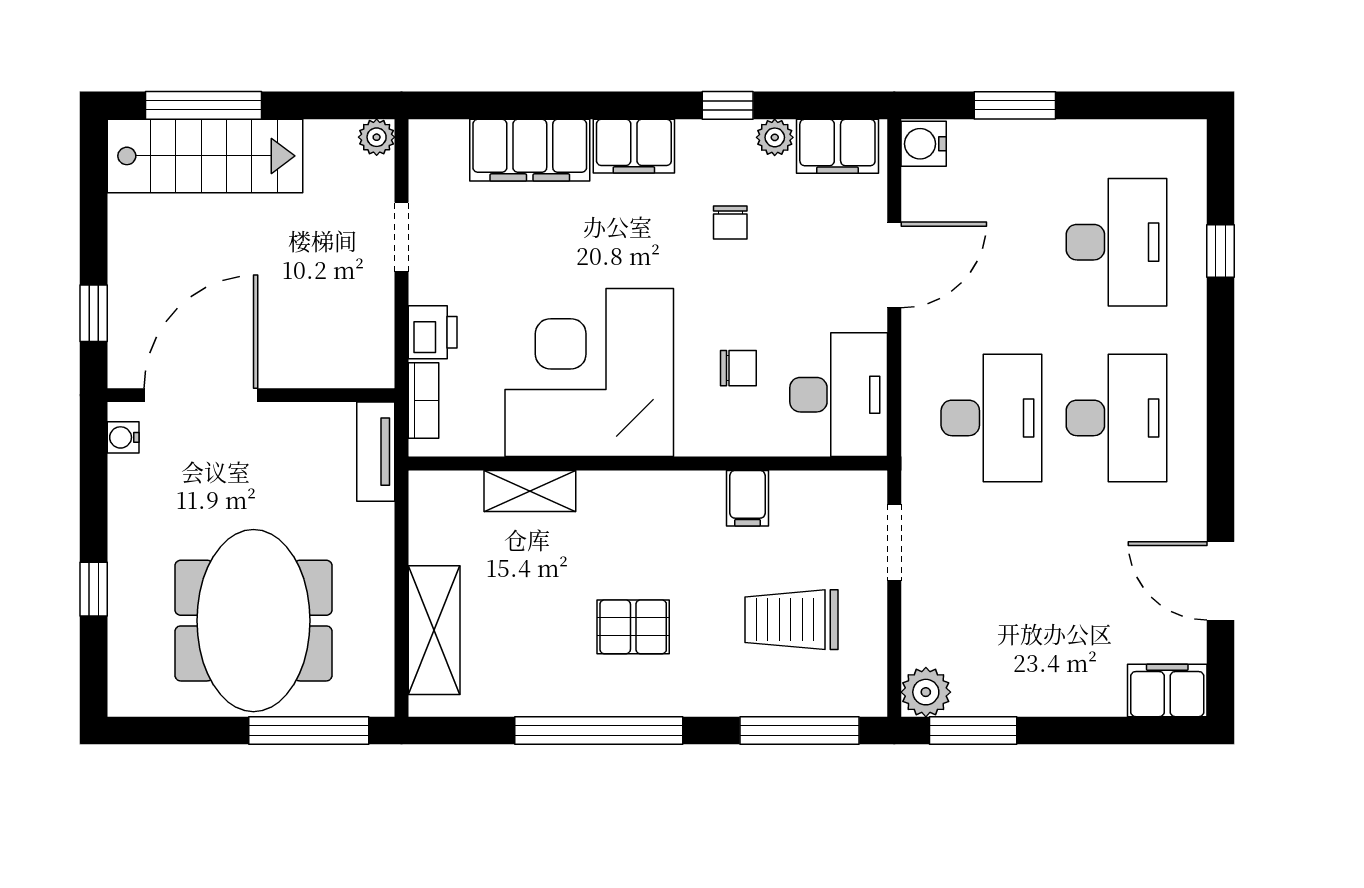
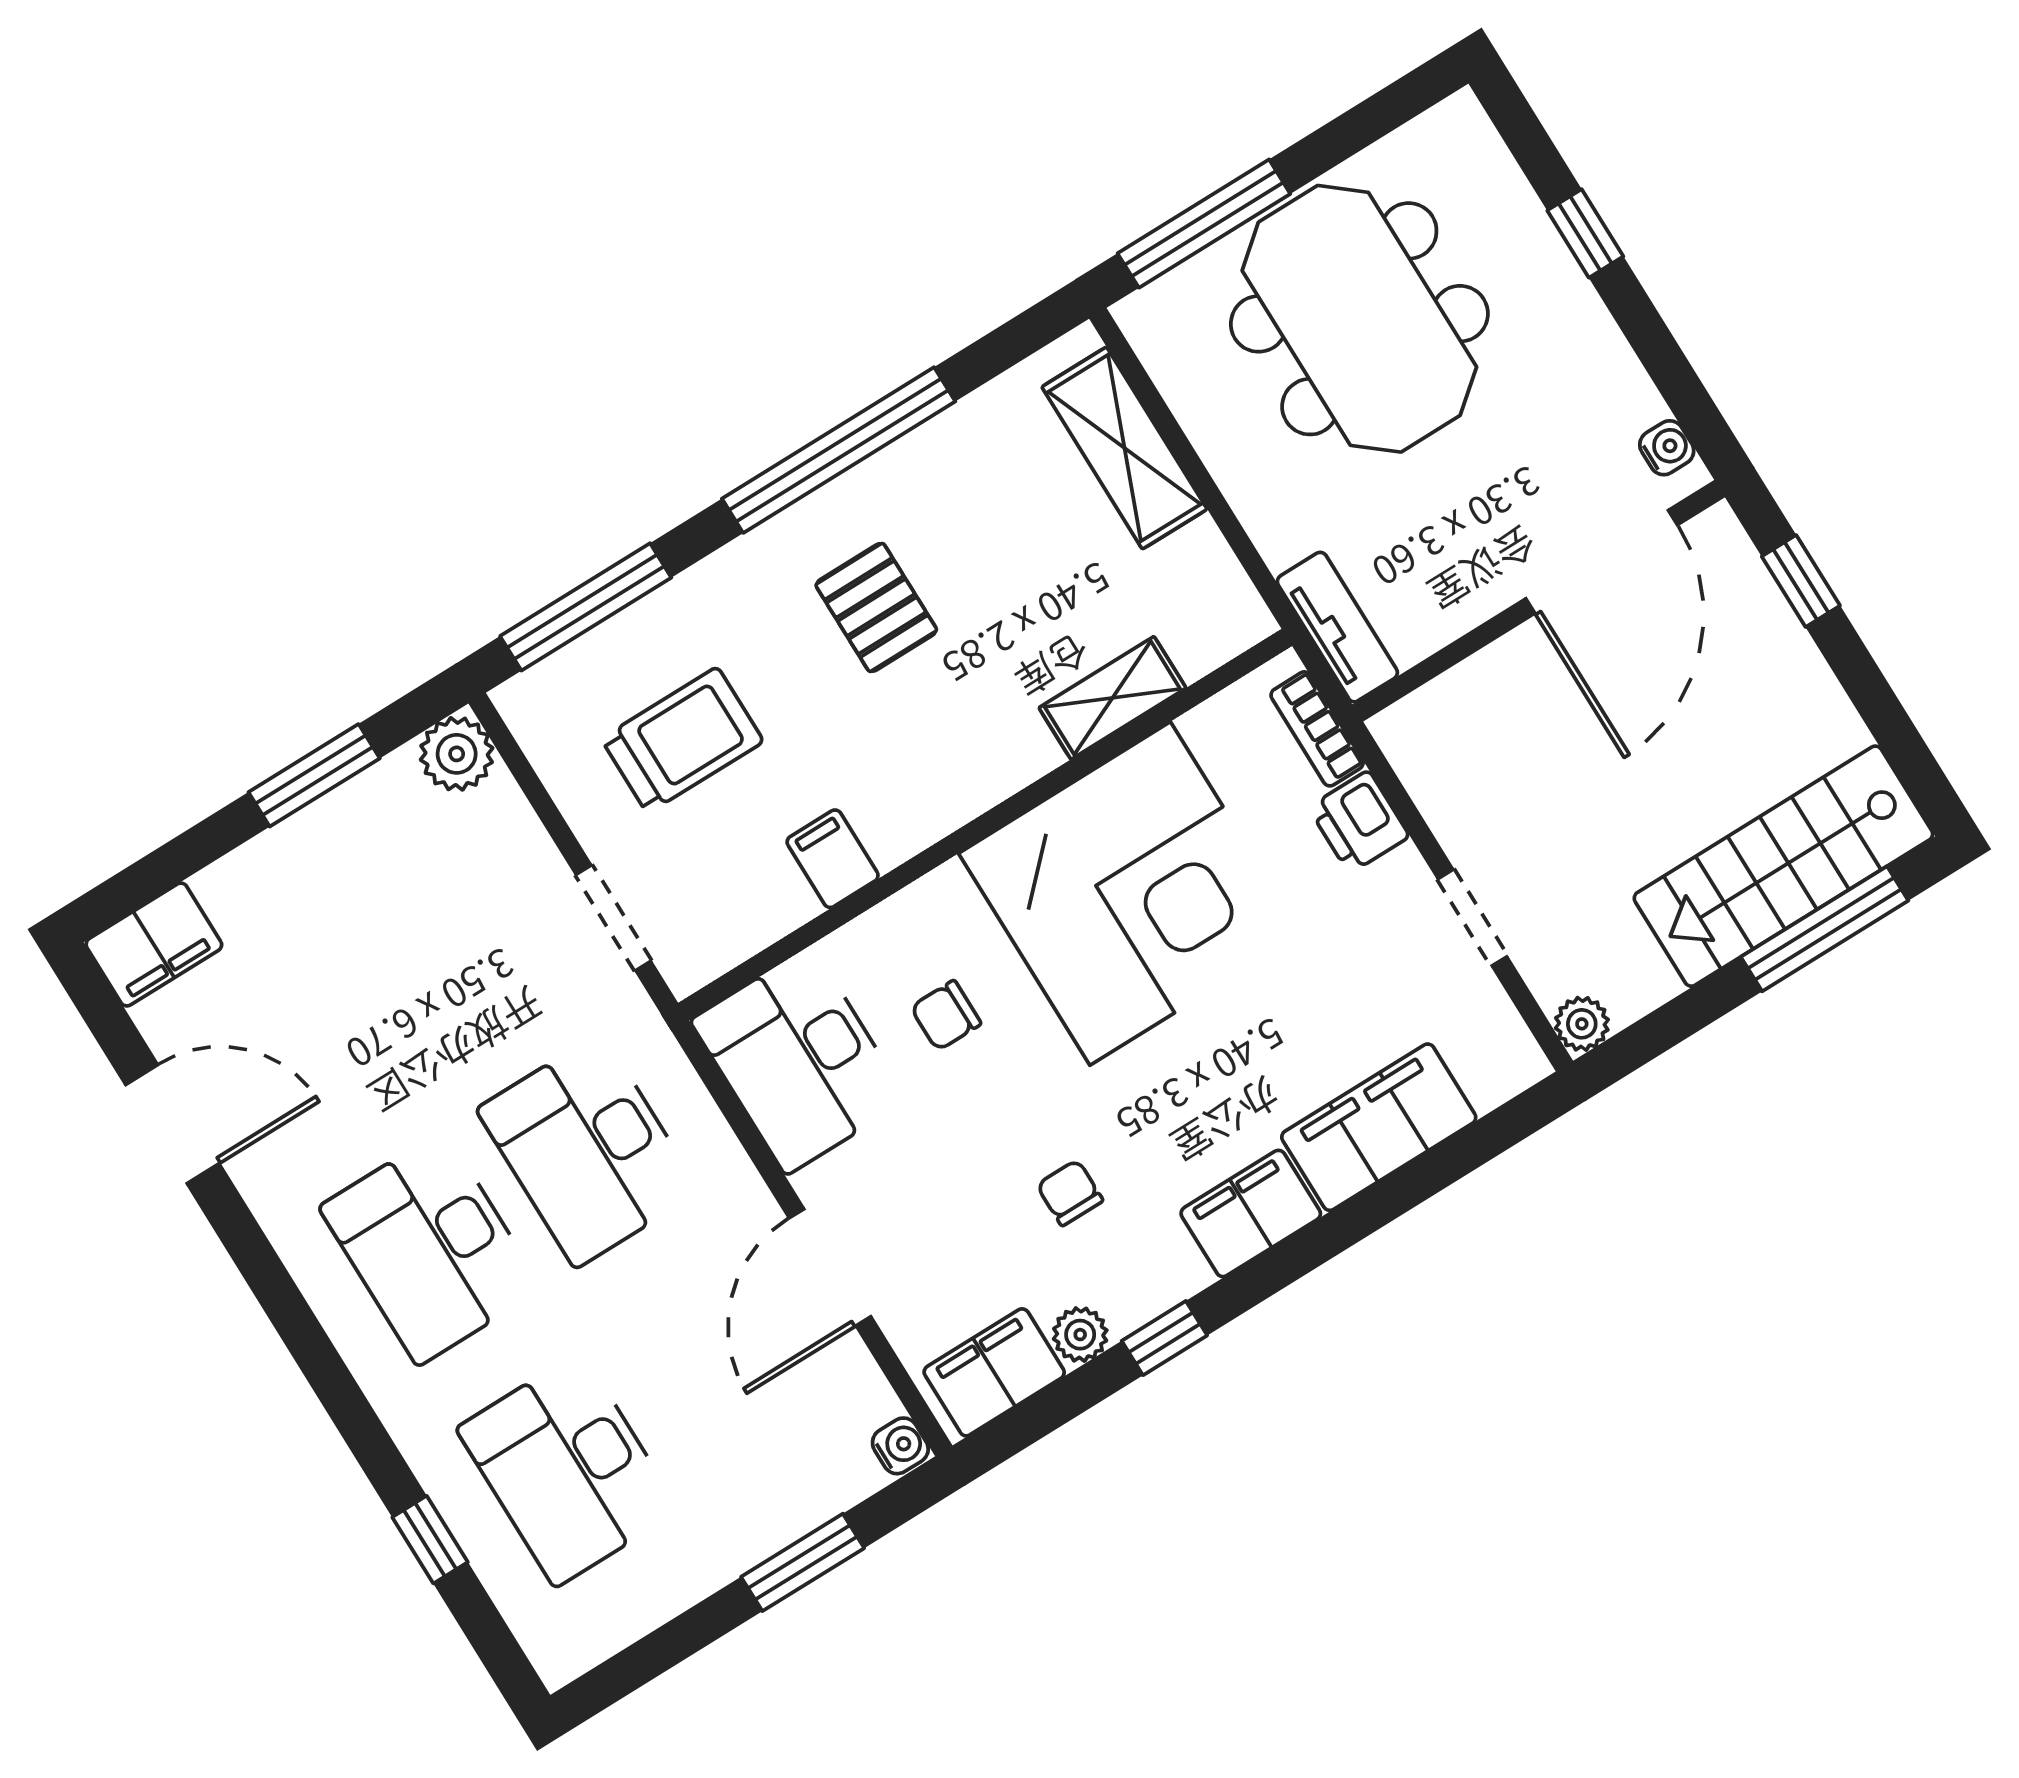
water cooler: (924, 144) -> (900, 1446), width x0.72, depth x0.72
pallet: (633, 627) -> (876, 607), turned 90
window: (973, 730) -> (314, 775), moved

